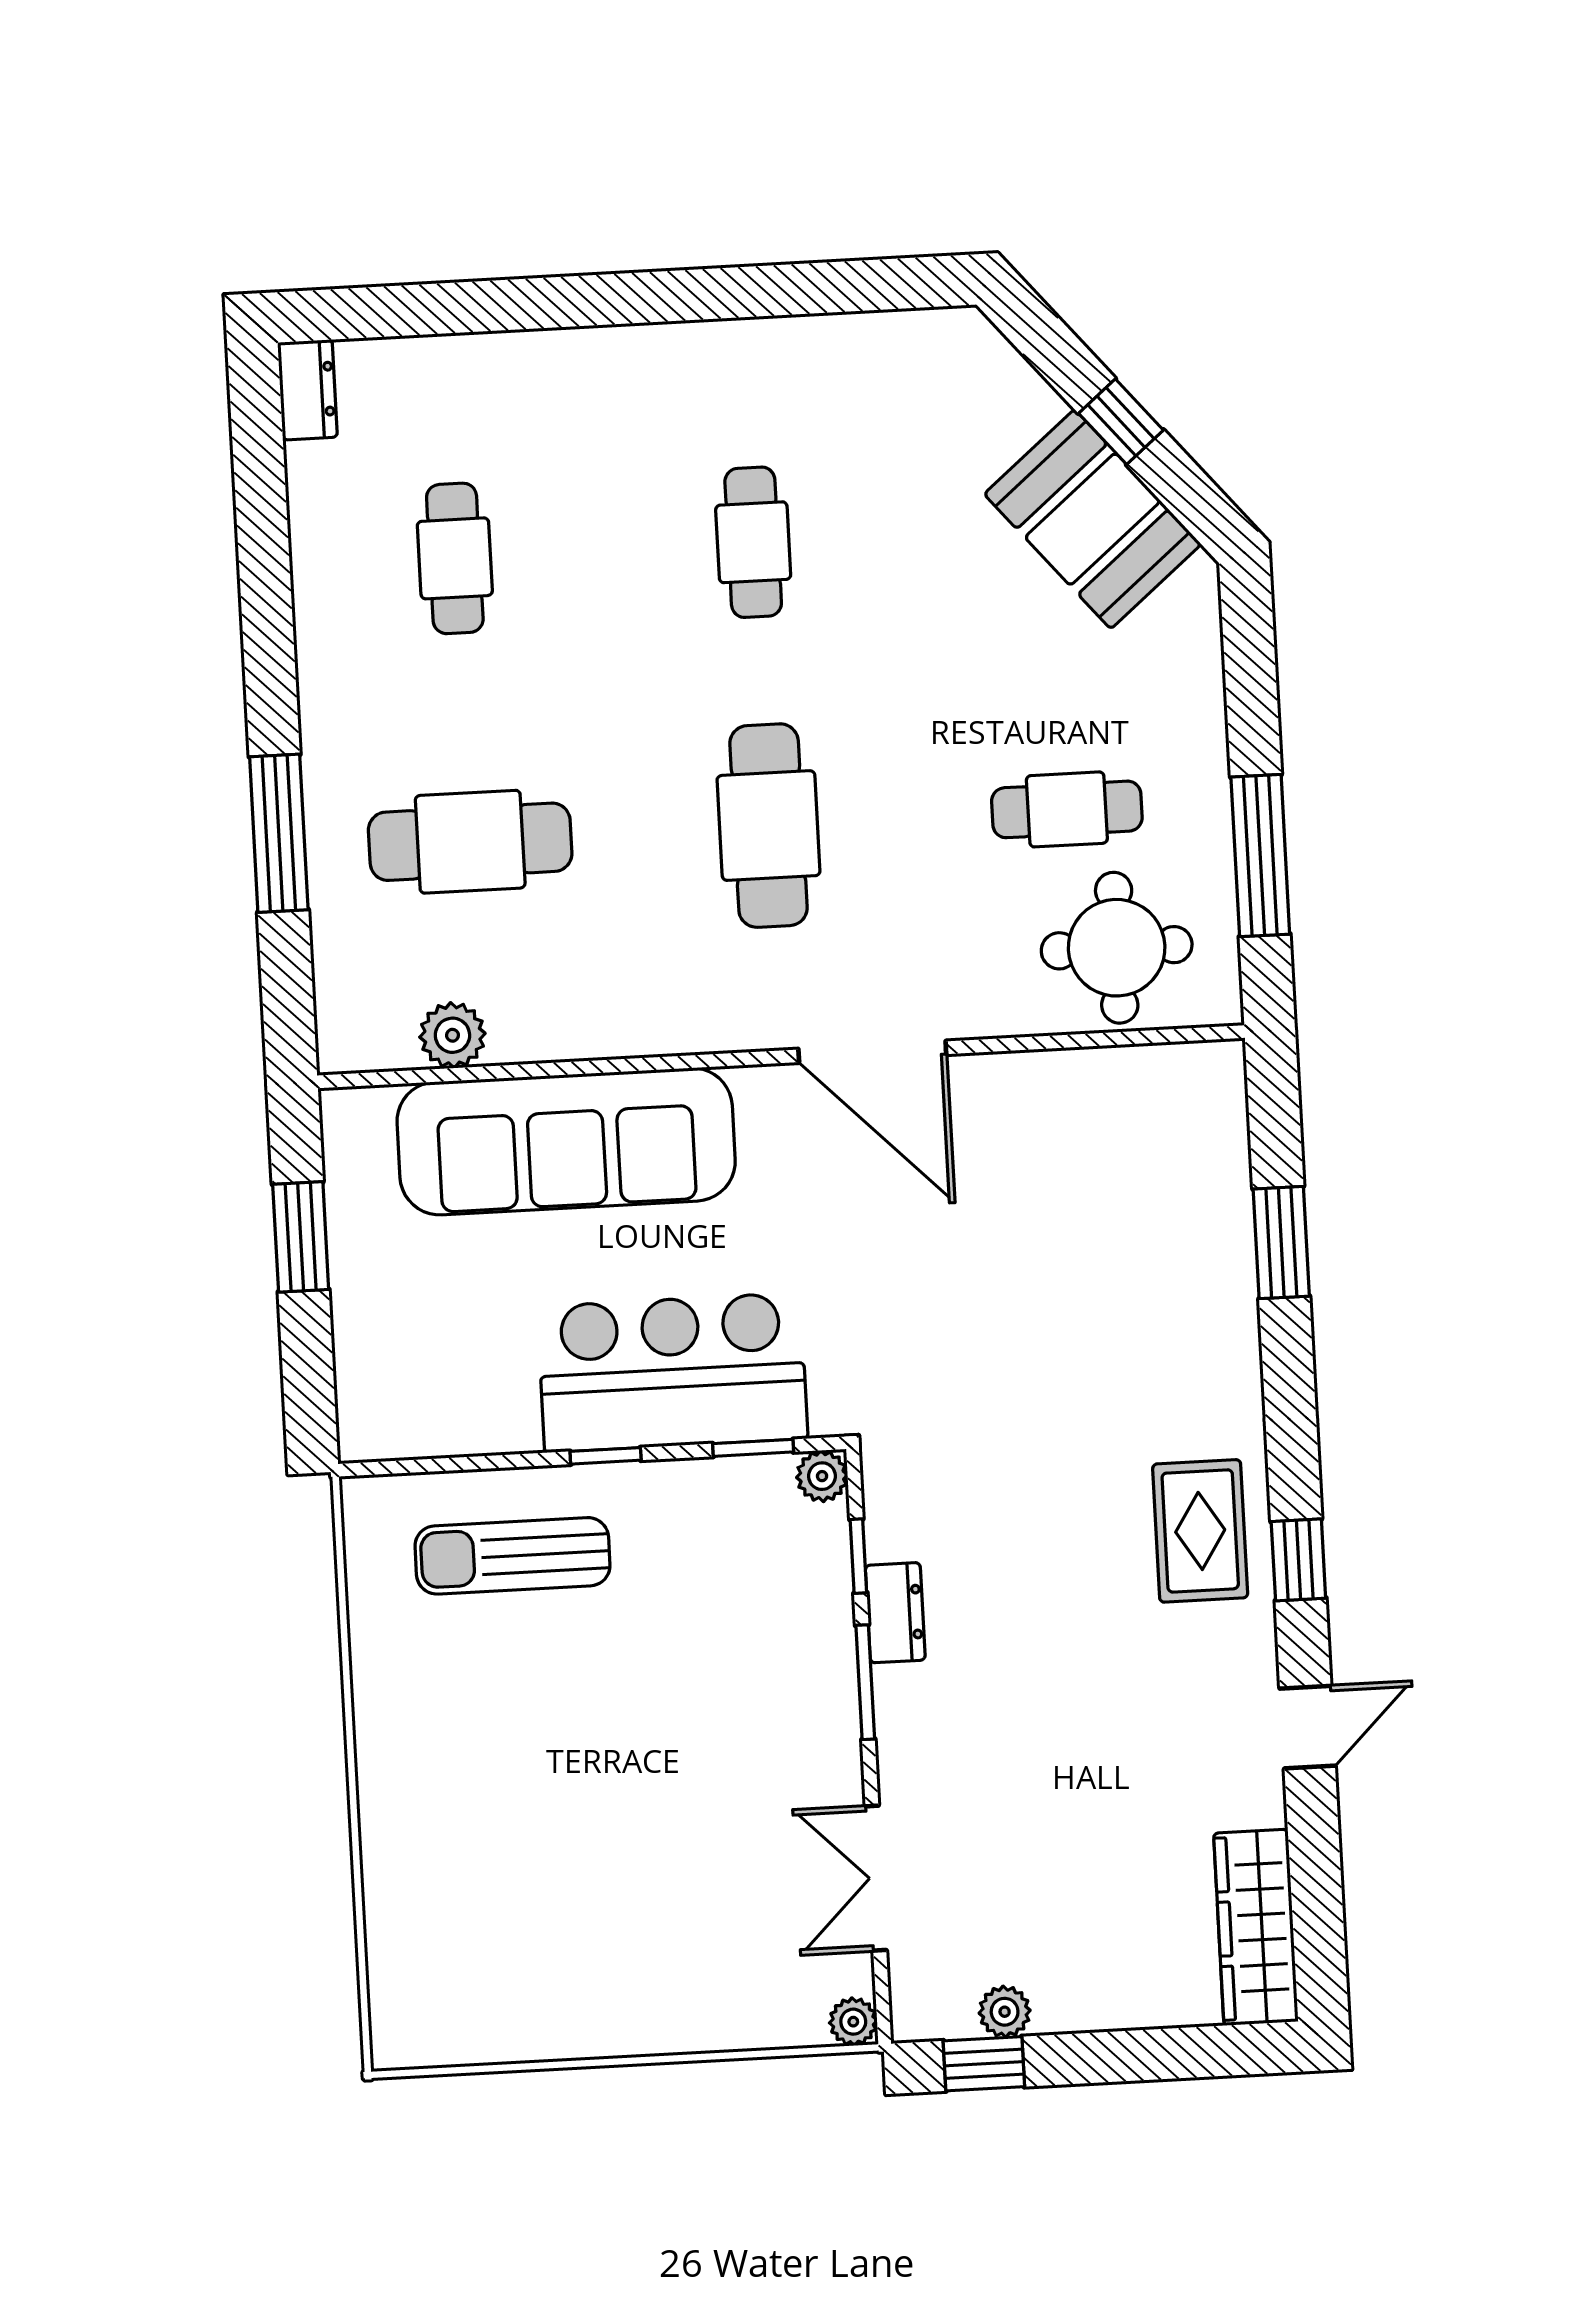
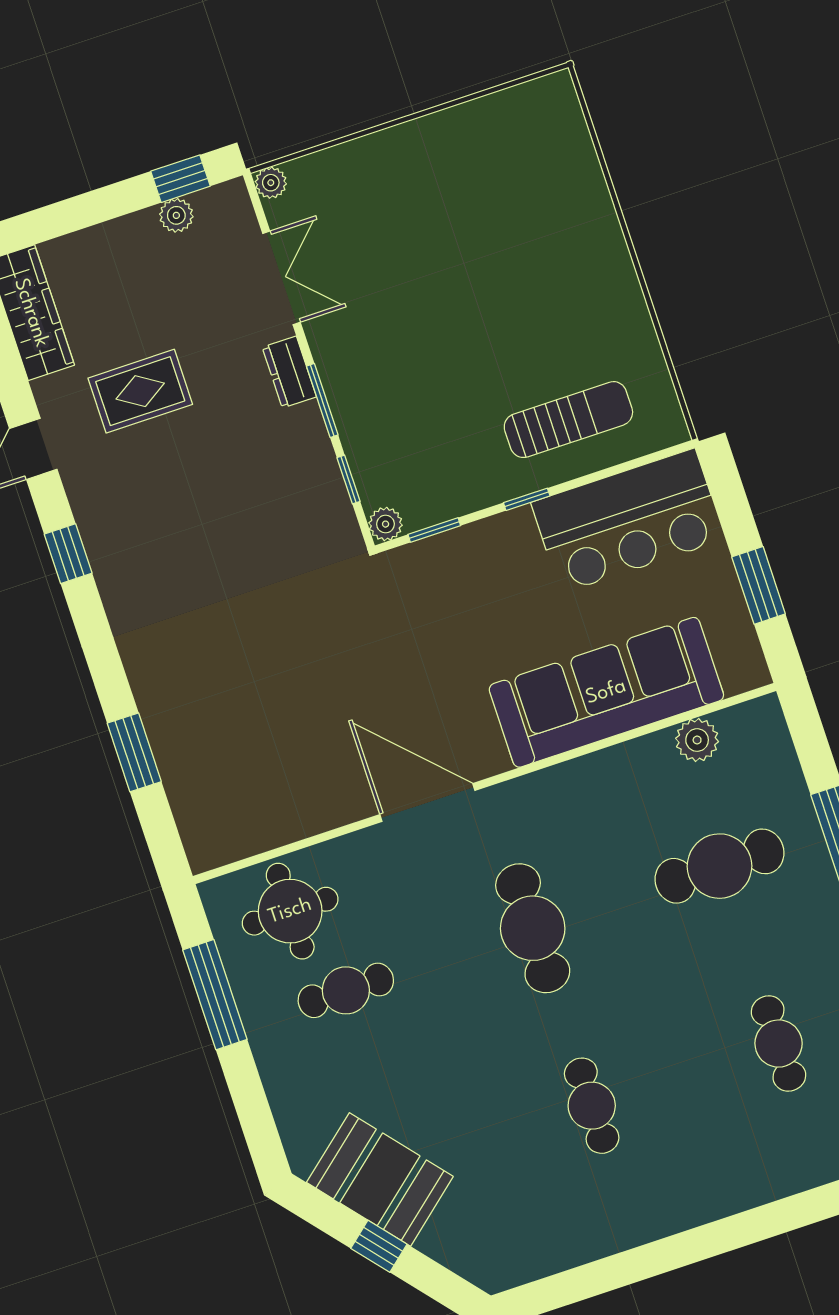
bar counter: (672, 1373) -> (628, 521), moved
rug: (1200, 1531) -> (140, 391), moved, turned 90
dresser: (895, 1613) -> (289, 372), moved

